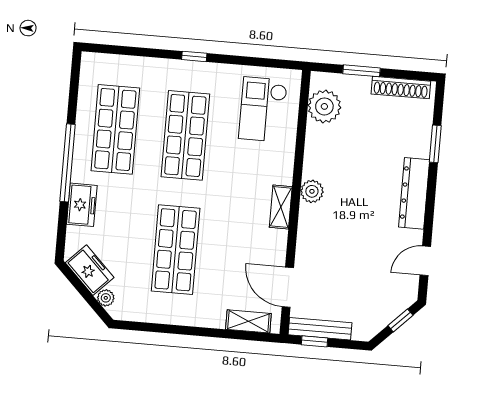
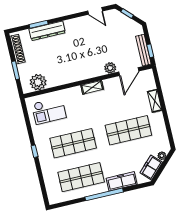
plant: (312, 191) -> (110, 68), moved
dresser: (414, 193) -> (47, 31), moved
freezer: (82, 205) -> (122, 181), width x1.40
shelving: (248, 321) -> (155, 101), moved

